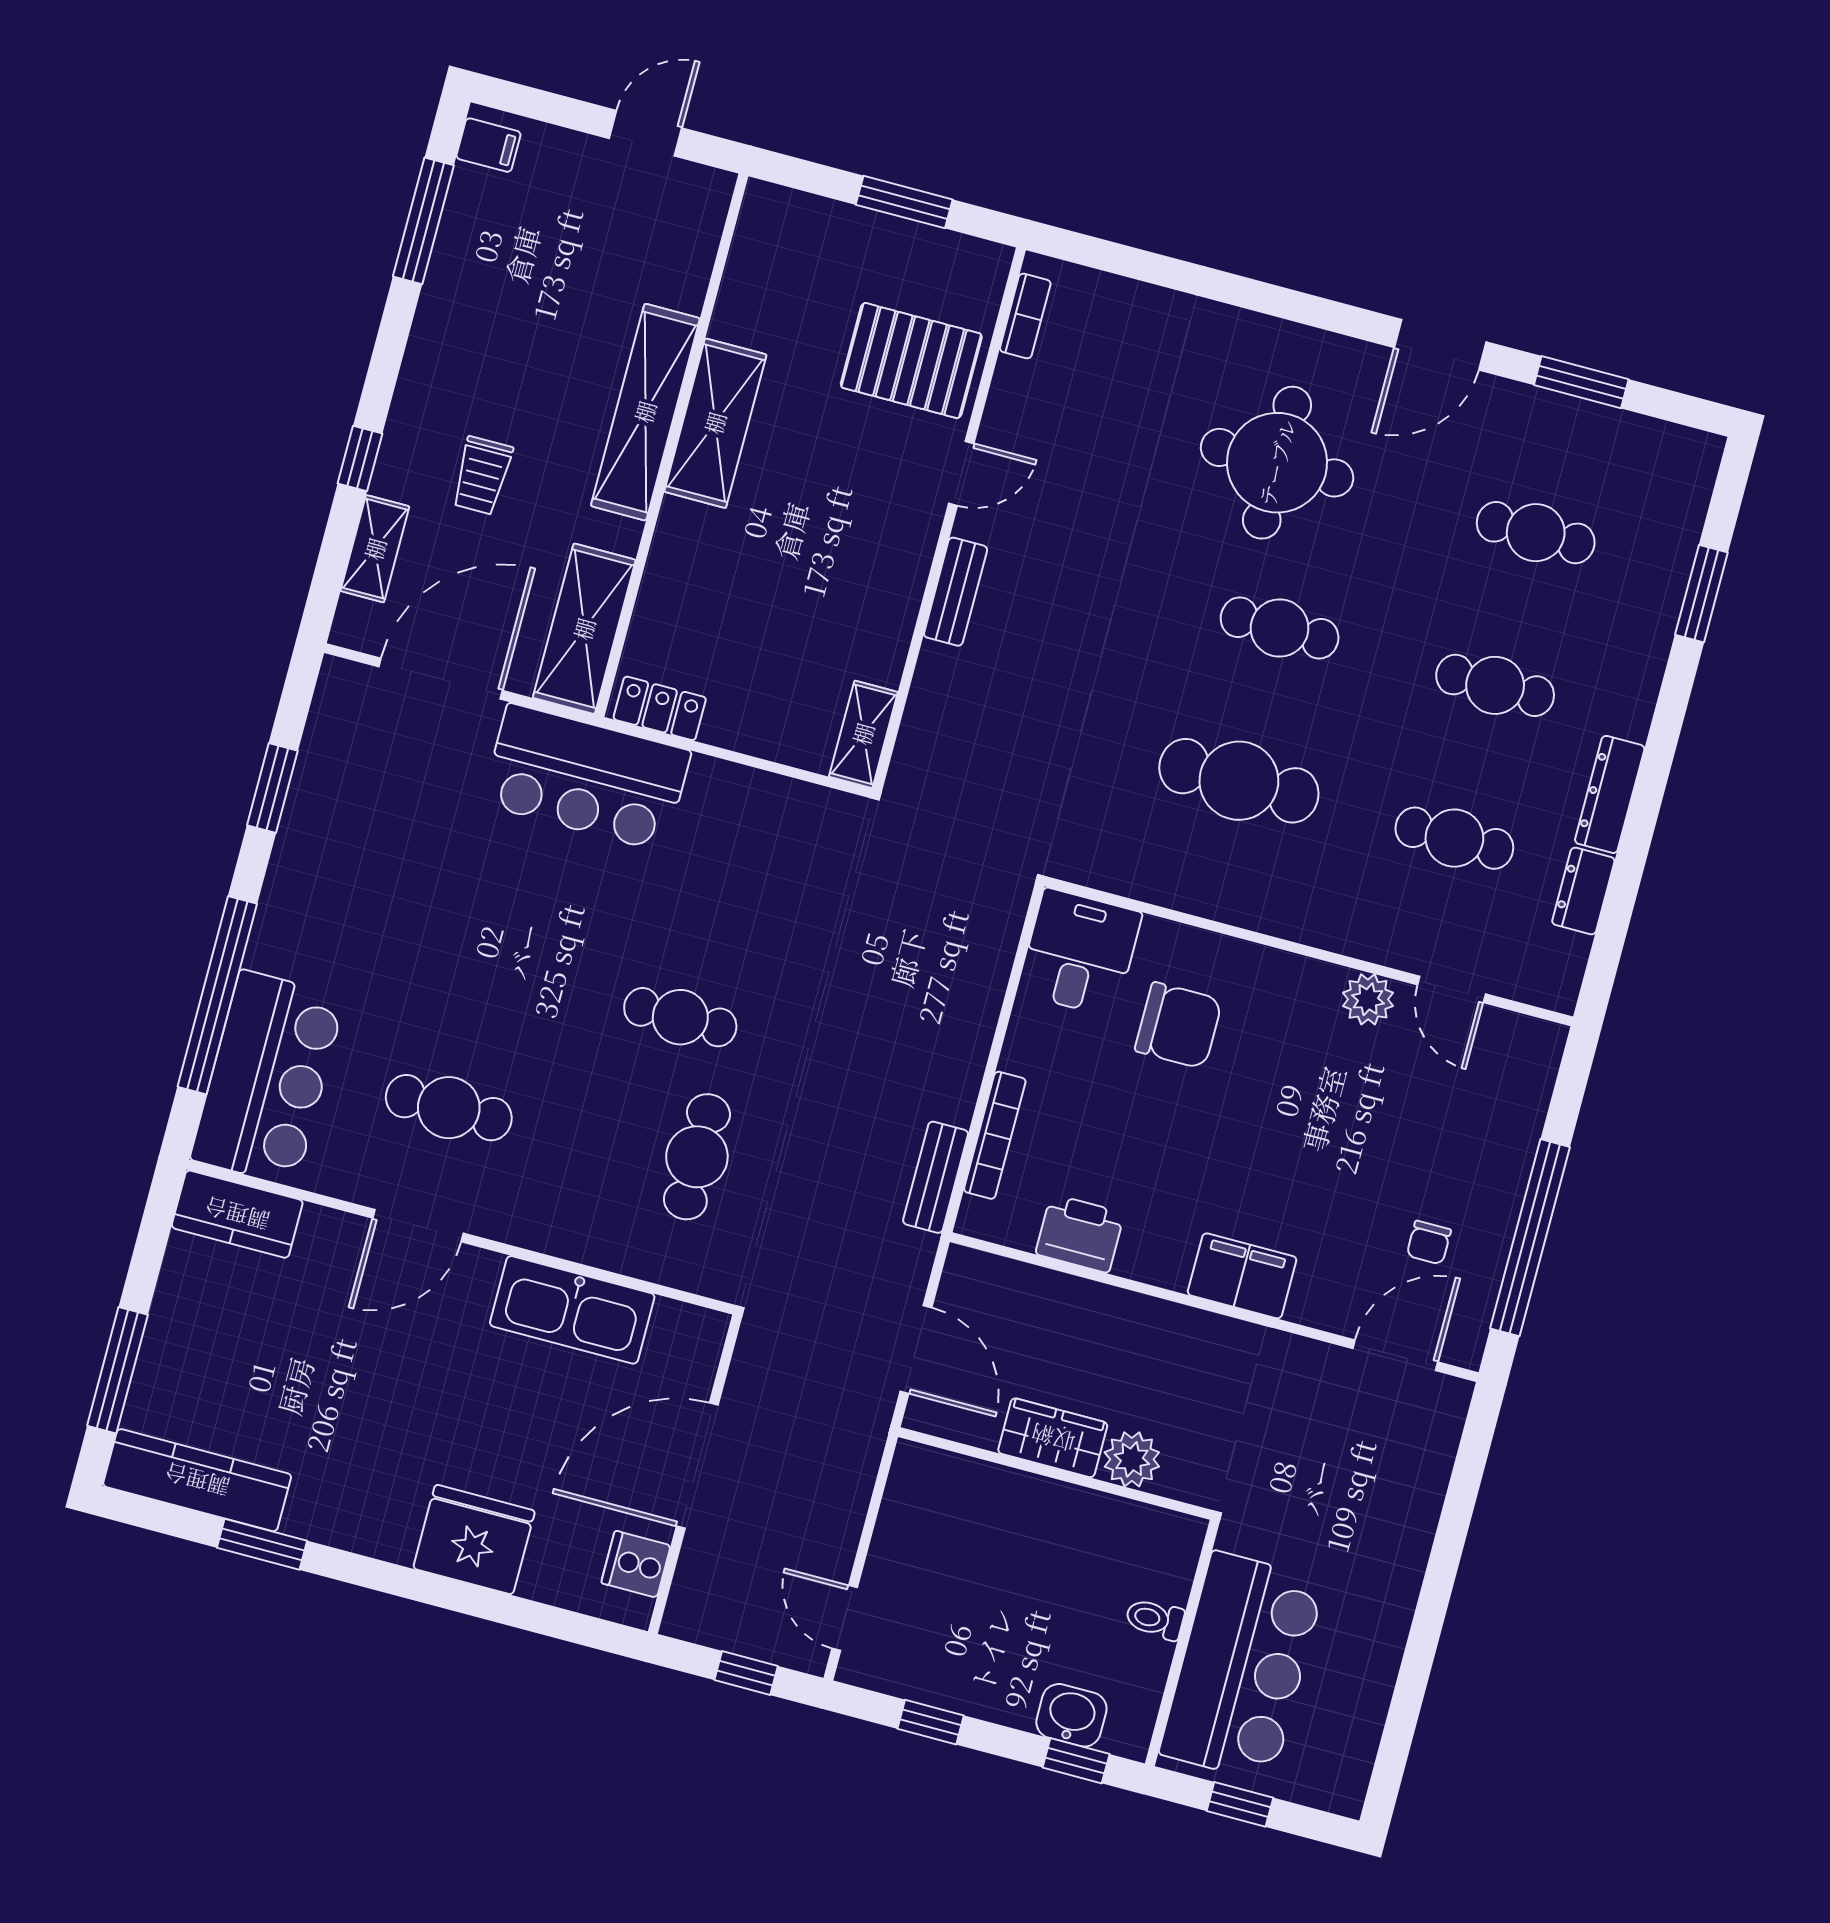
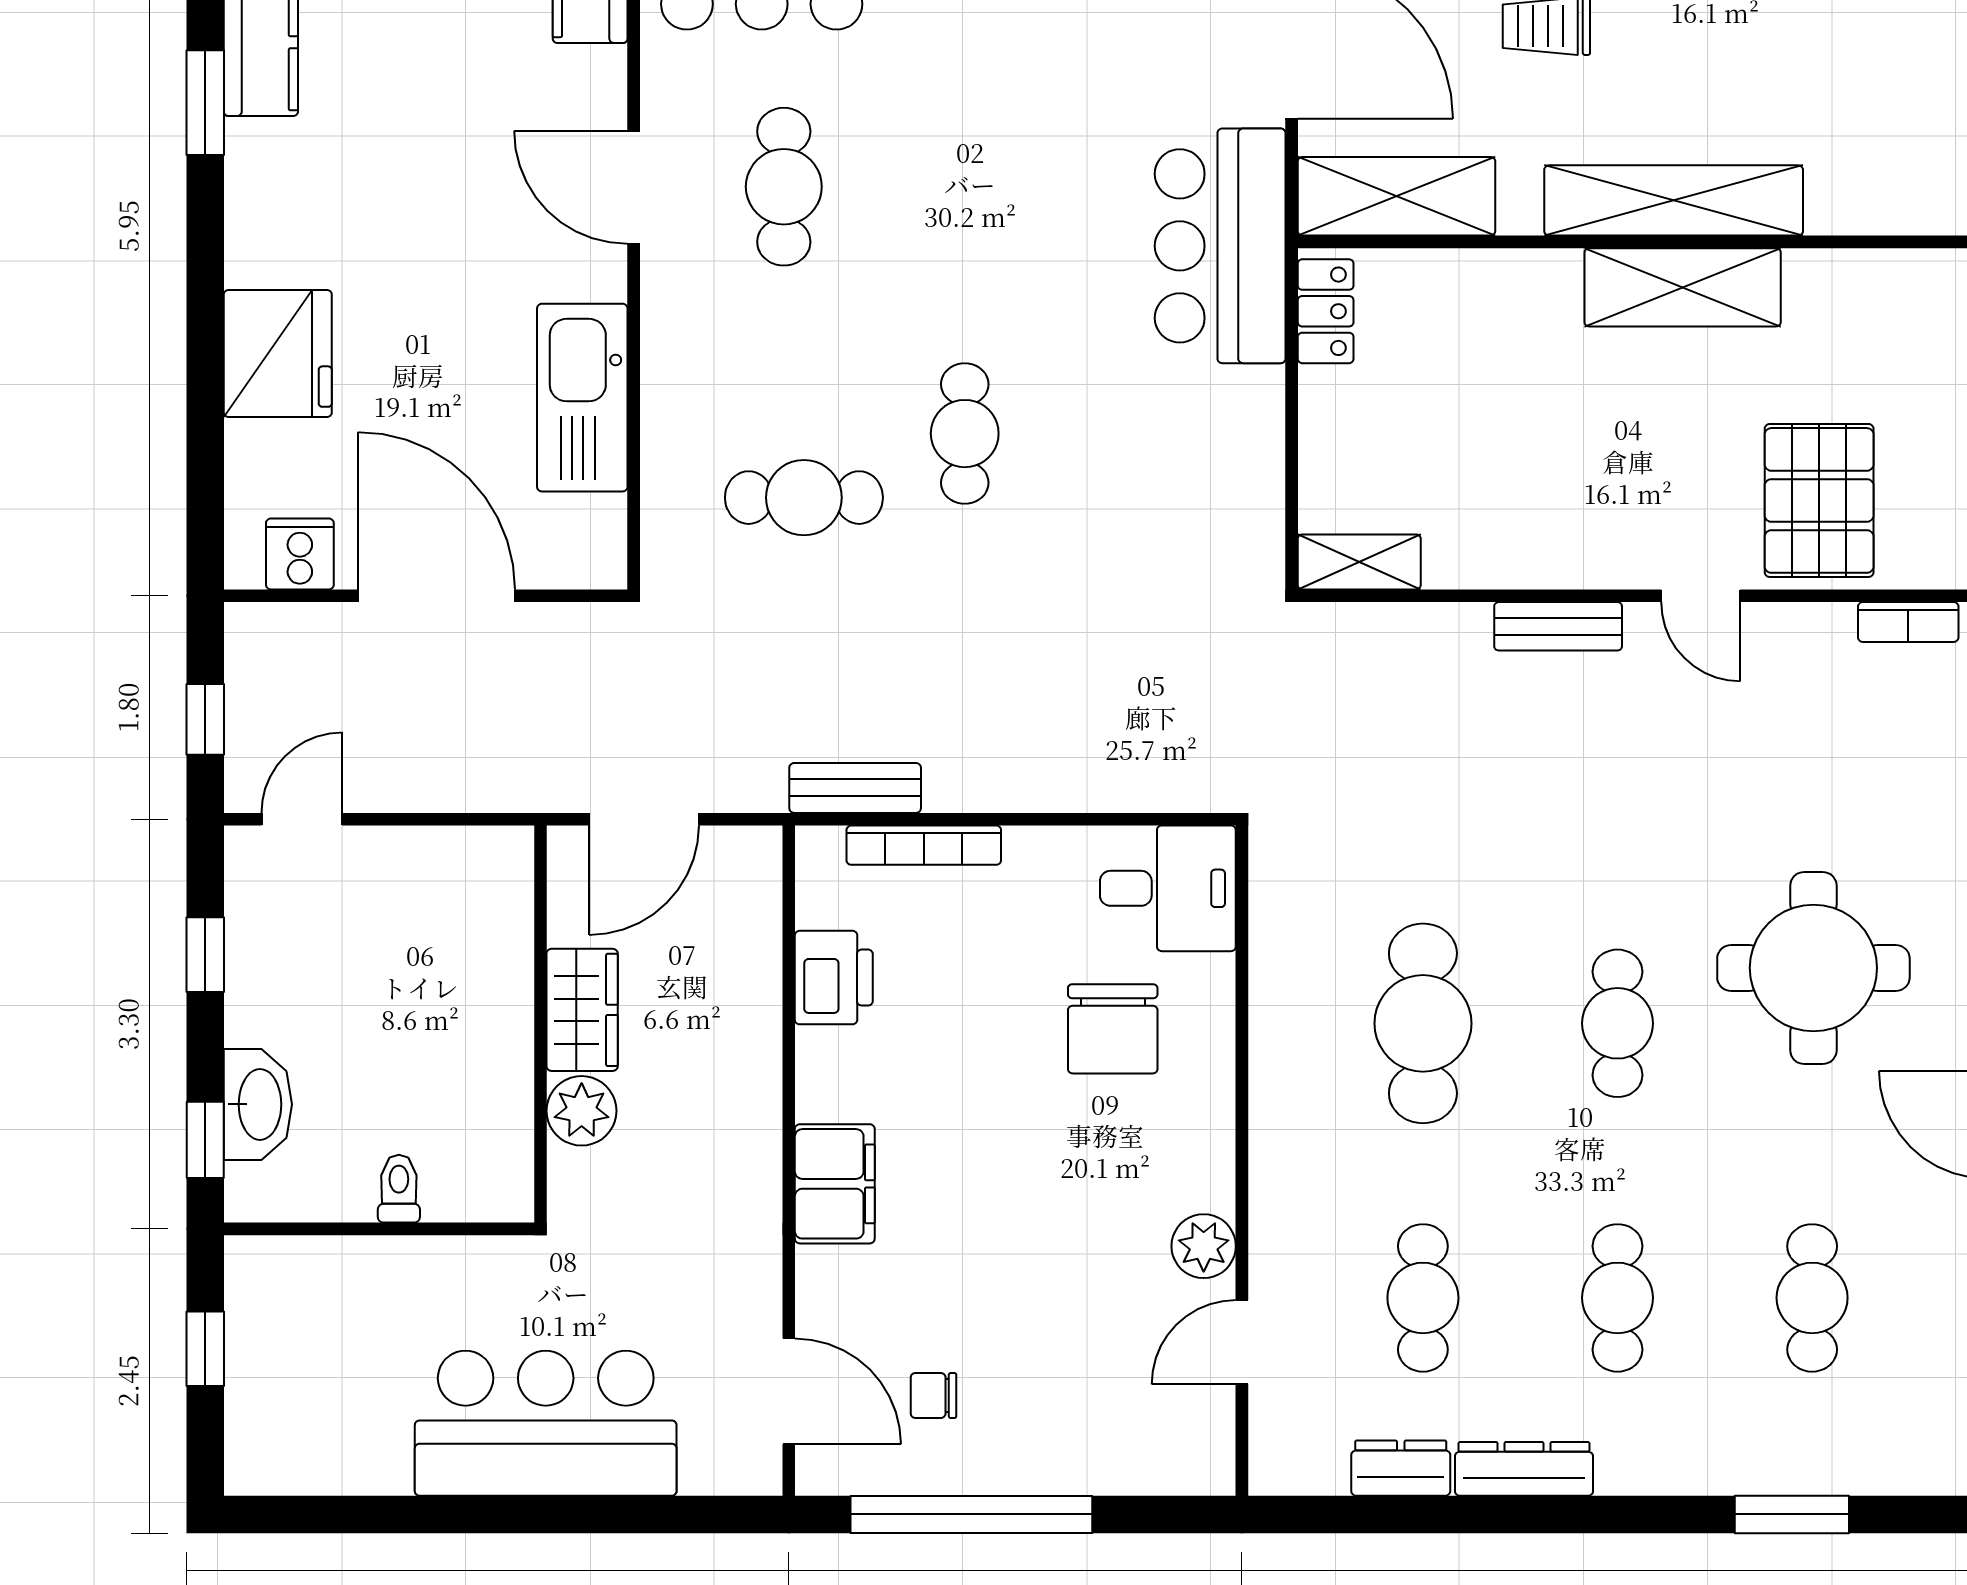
bar counter: (1242, 1667) -> (546, 1423), moved, turned 180
washbasin: (1071, 1715) -> (258, 1104), width x1.38

